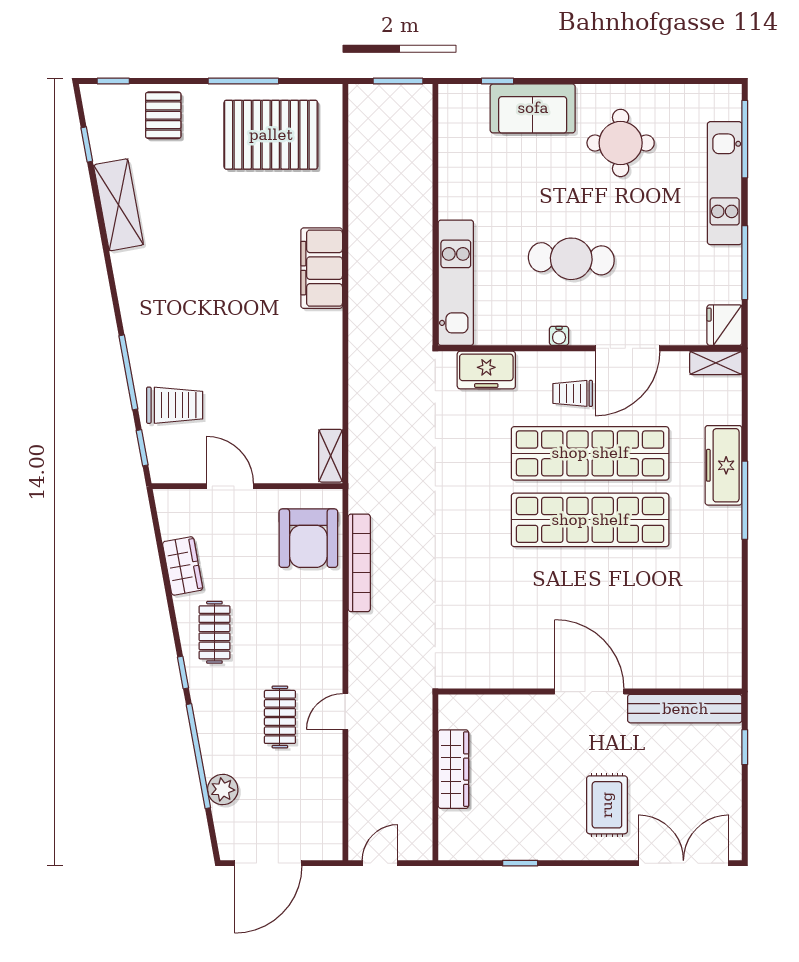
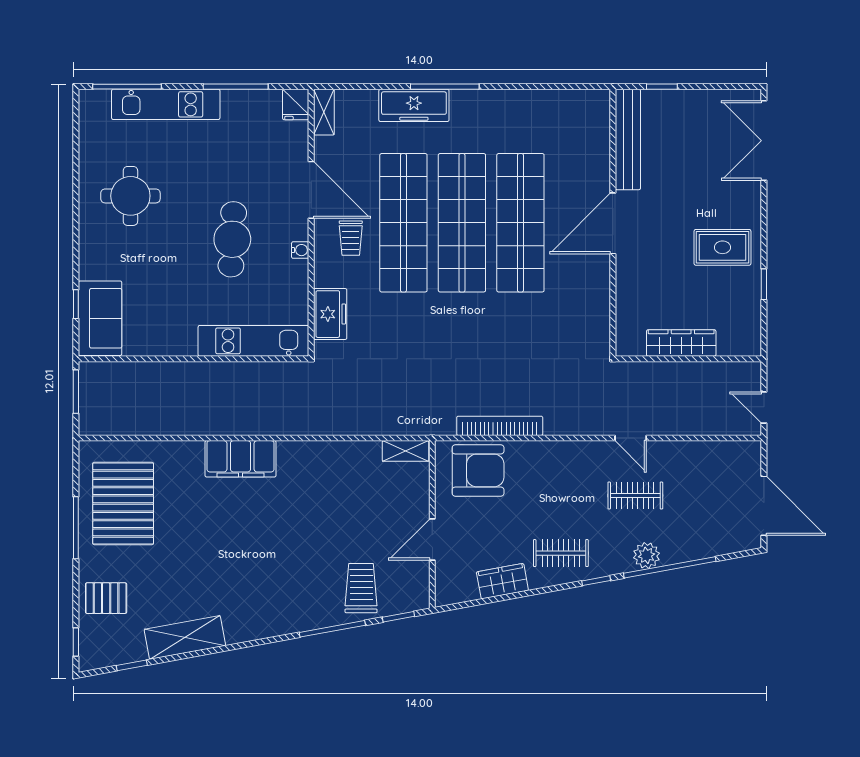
sofa: (533, 108) -> (100, 318), moved
fridge: (724, 325) -> (296, 105), width x0.72
shop shelf: (590, 586) -> (520, 223), added
plant: (223, 789) -> (646, 555), moved
rug: (607, 805) -> (722, 247), moved

